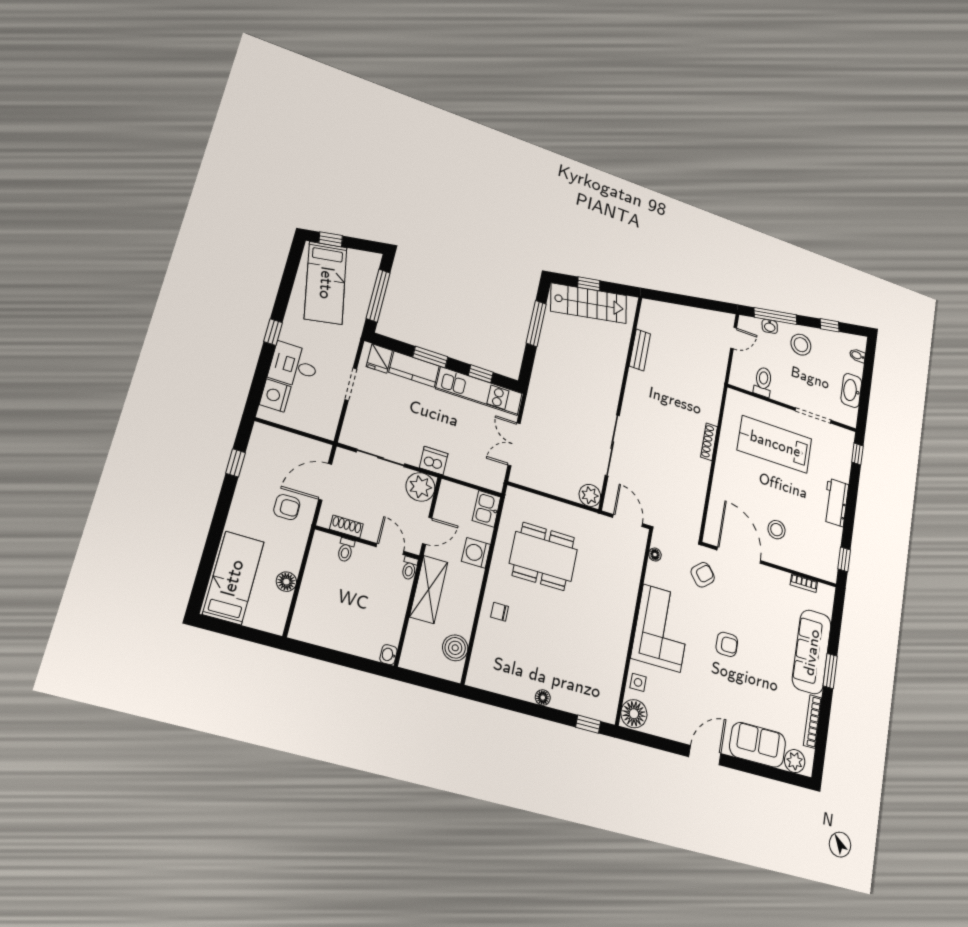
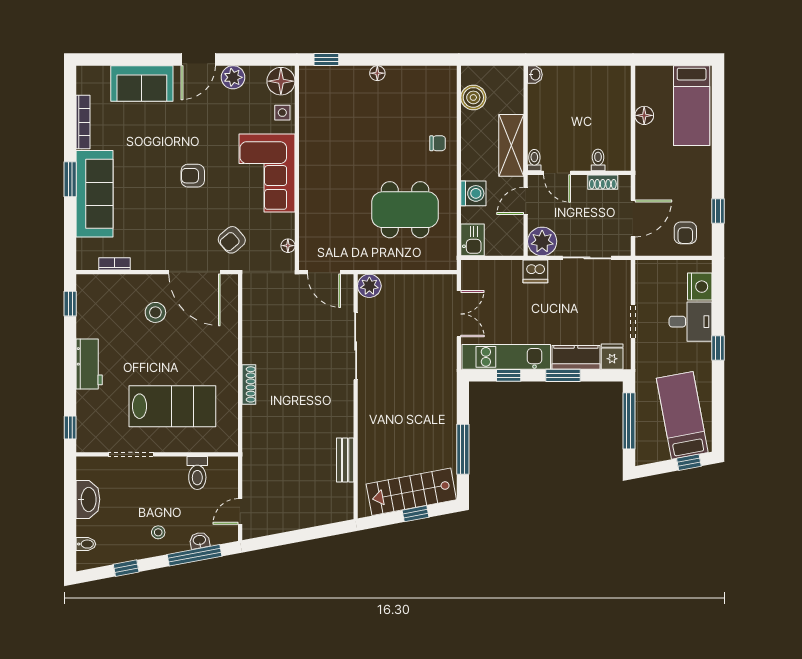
stool: (801, 345) -> (158, 532), width x0.53, depth x0.53
armchair: (287, 507) -> (685, 233), moved, turned -90
plant: (795, 761) -> (233, 77), moved

